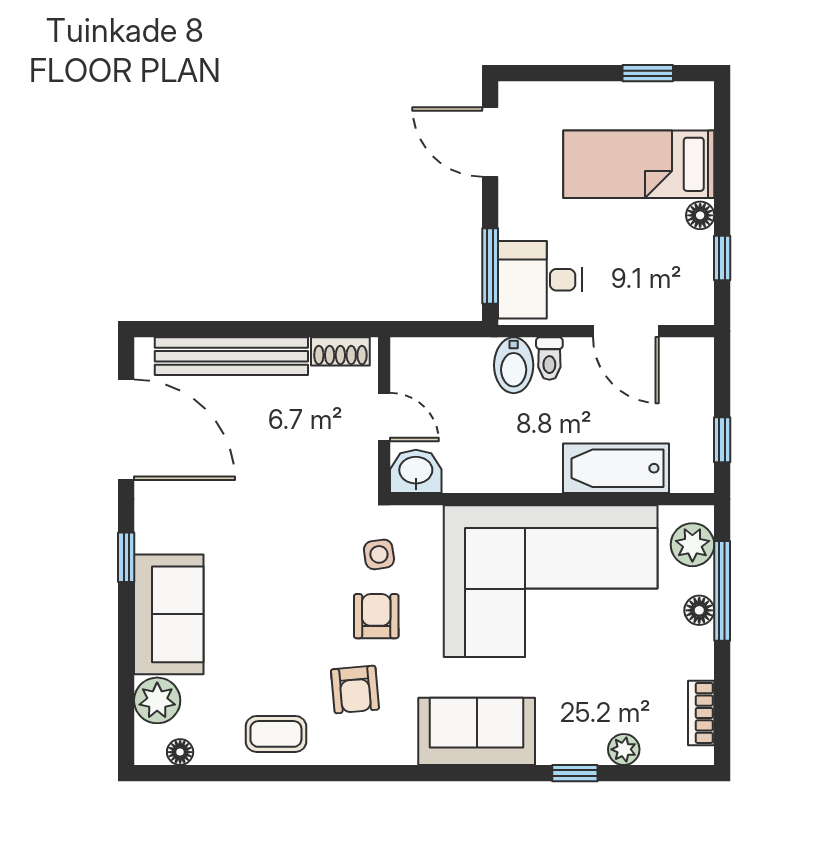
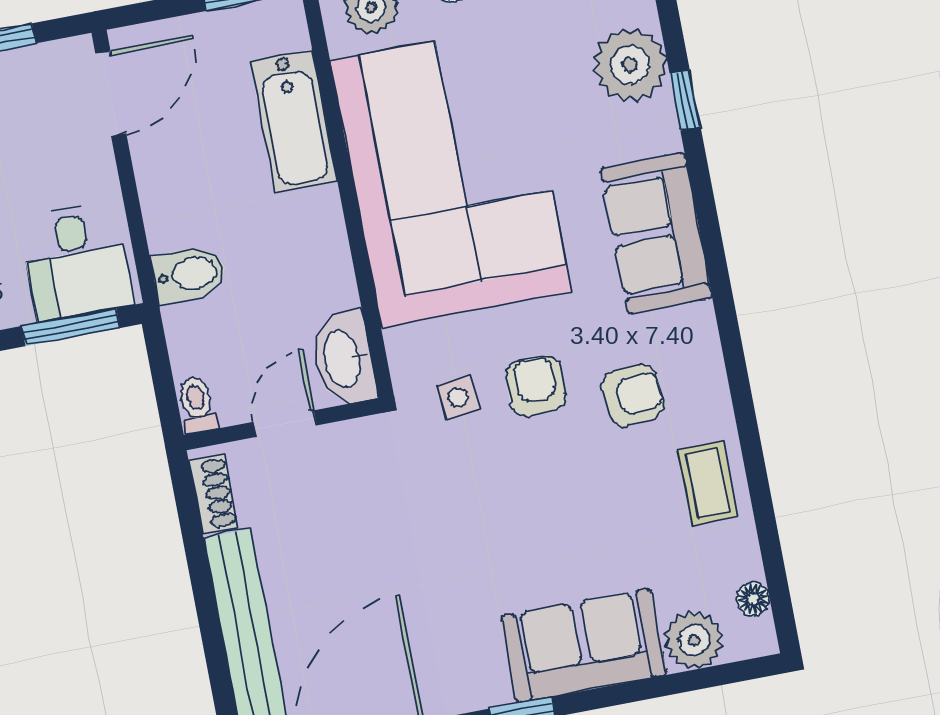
door: (626, 331) -> (111, 93), moved
toilet: (549, 359) -> (197, 405), moved, turned -90
washbasin: (416, 471) -> (343, 359), width x1.38
armchair: (376, 616) -> (536, 386), turned 90
plant: (624, 749) -> (630, 65), width x1.87, depth x1.87

